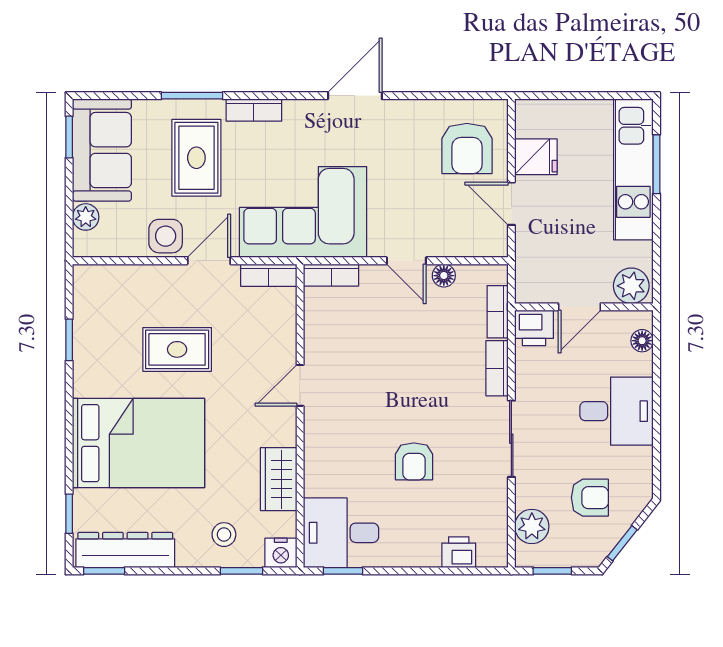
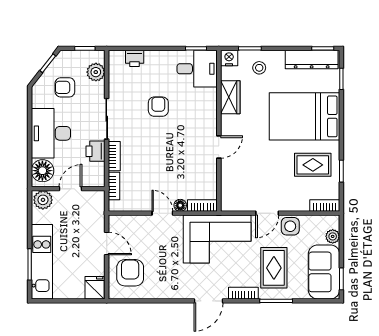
door: (355, 96) -> (208, 301), moved
fridge: (536, 157) -> (95, 288), moved, turned 90
bookcase: (269, 275) -> (325, 205), moved
floor lamp: (444, 276) -> (180, 205), moved
printer: (534, 328) -> (96, 151), moved, turned -90
floor lamp: (642, 341) -> (42, 171), width x1.89, depth x1.89
rug: (177, 349) -> (313, 165), moved
desk: (617, 411) -> (51, 133), width x1.37

